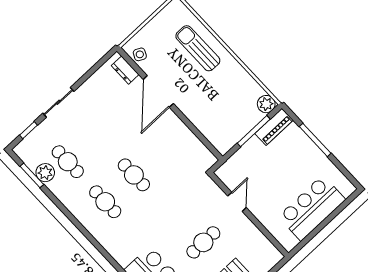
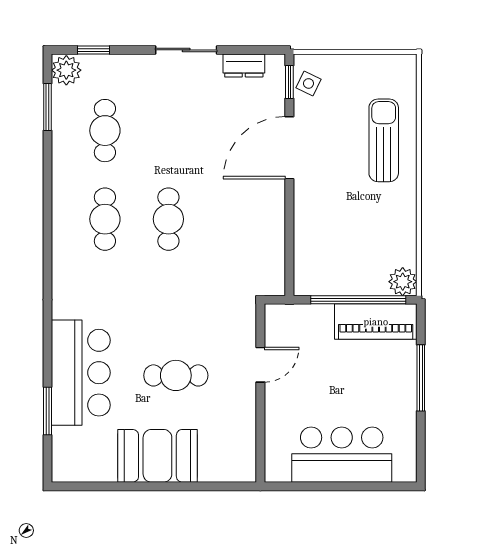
window: (131, 62) -> (289, 82), added
dresser: (125, 70) -> (244, 66), moved, turned -90
sliding door: (58, 102) -> (186, 50), moved
piano: (274, 127) -> (376, 322), width x1.37, depth x1.33
window: (254, 131) -> (358, 300), width x1.46
plant: (45, 173) -> (66, 70), moved

